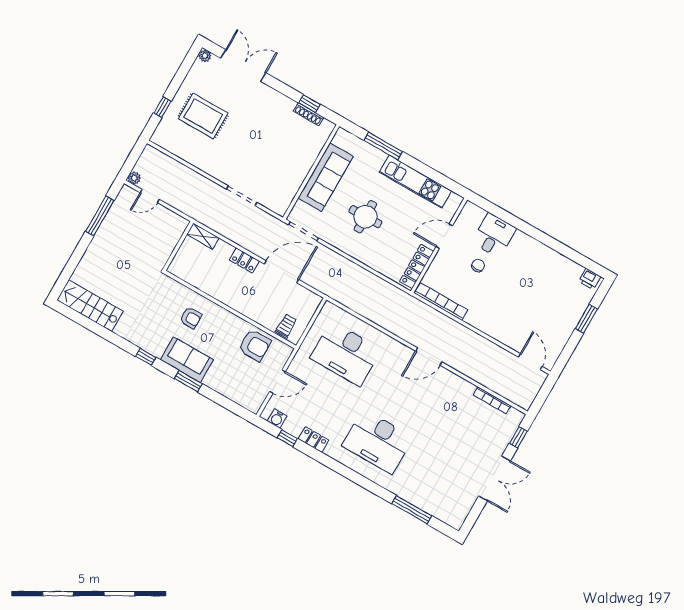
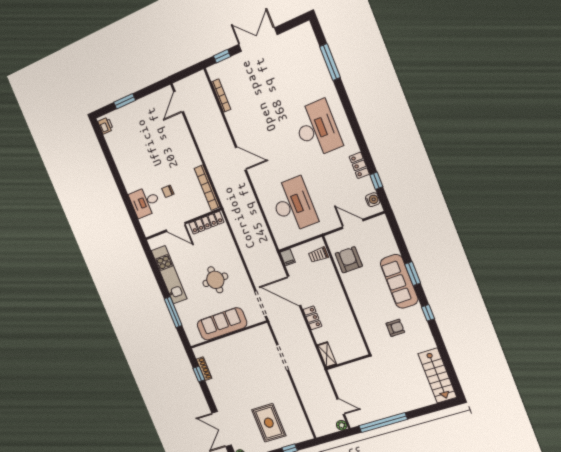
window: (100, 216) -> (383, 423), width x1.46
filing cabinet: (313, 299) -> (288, 257), added
armchair: (191, 318) -> (395, 328), moved, turned 90
sofa: (187, 360) -> (399, 281), width x1.36

